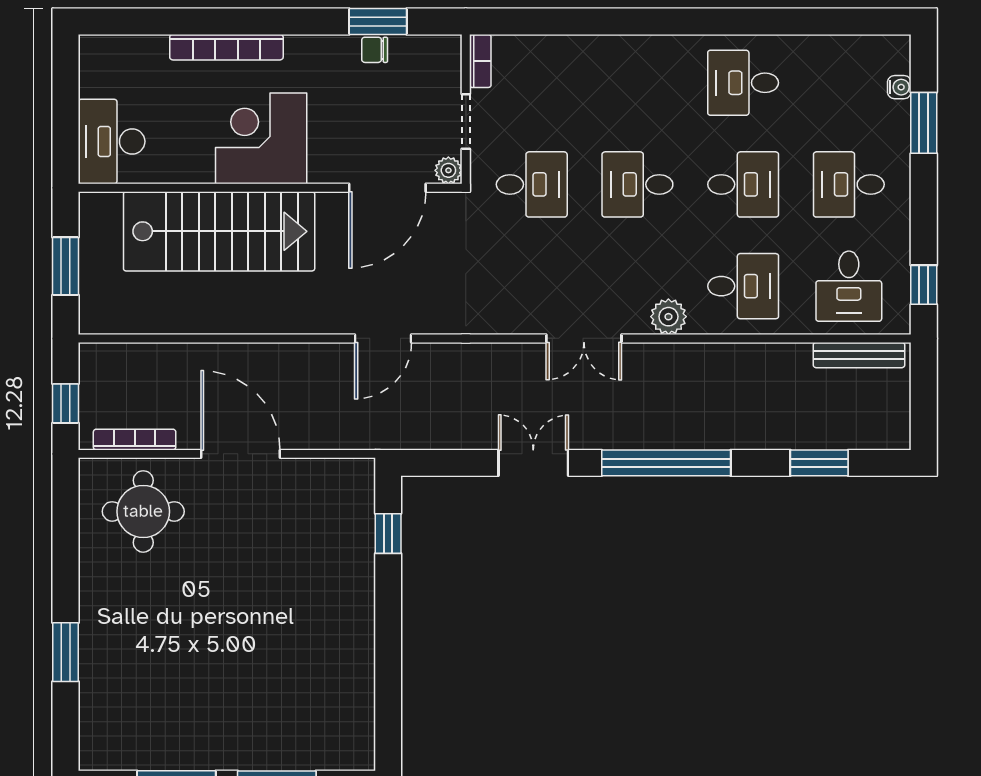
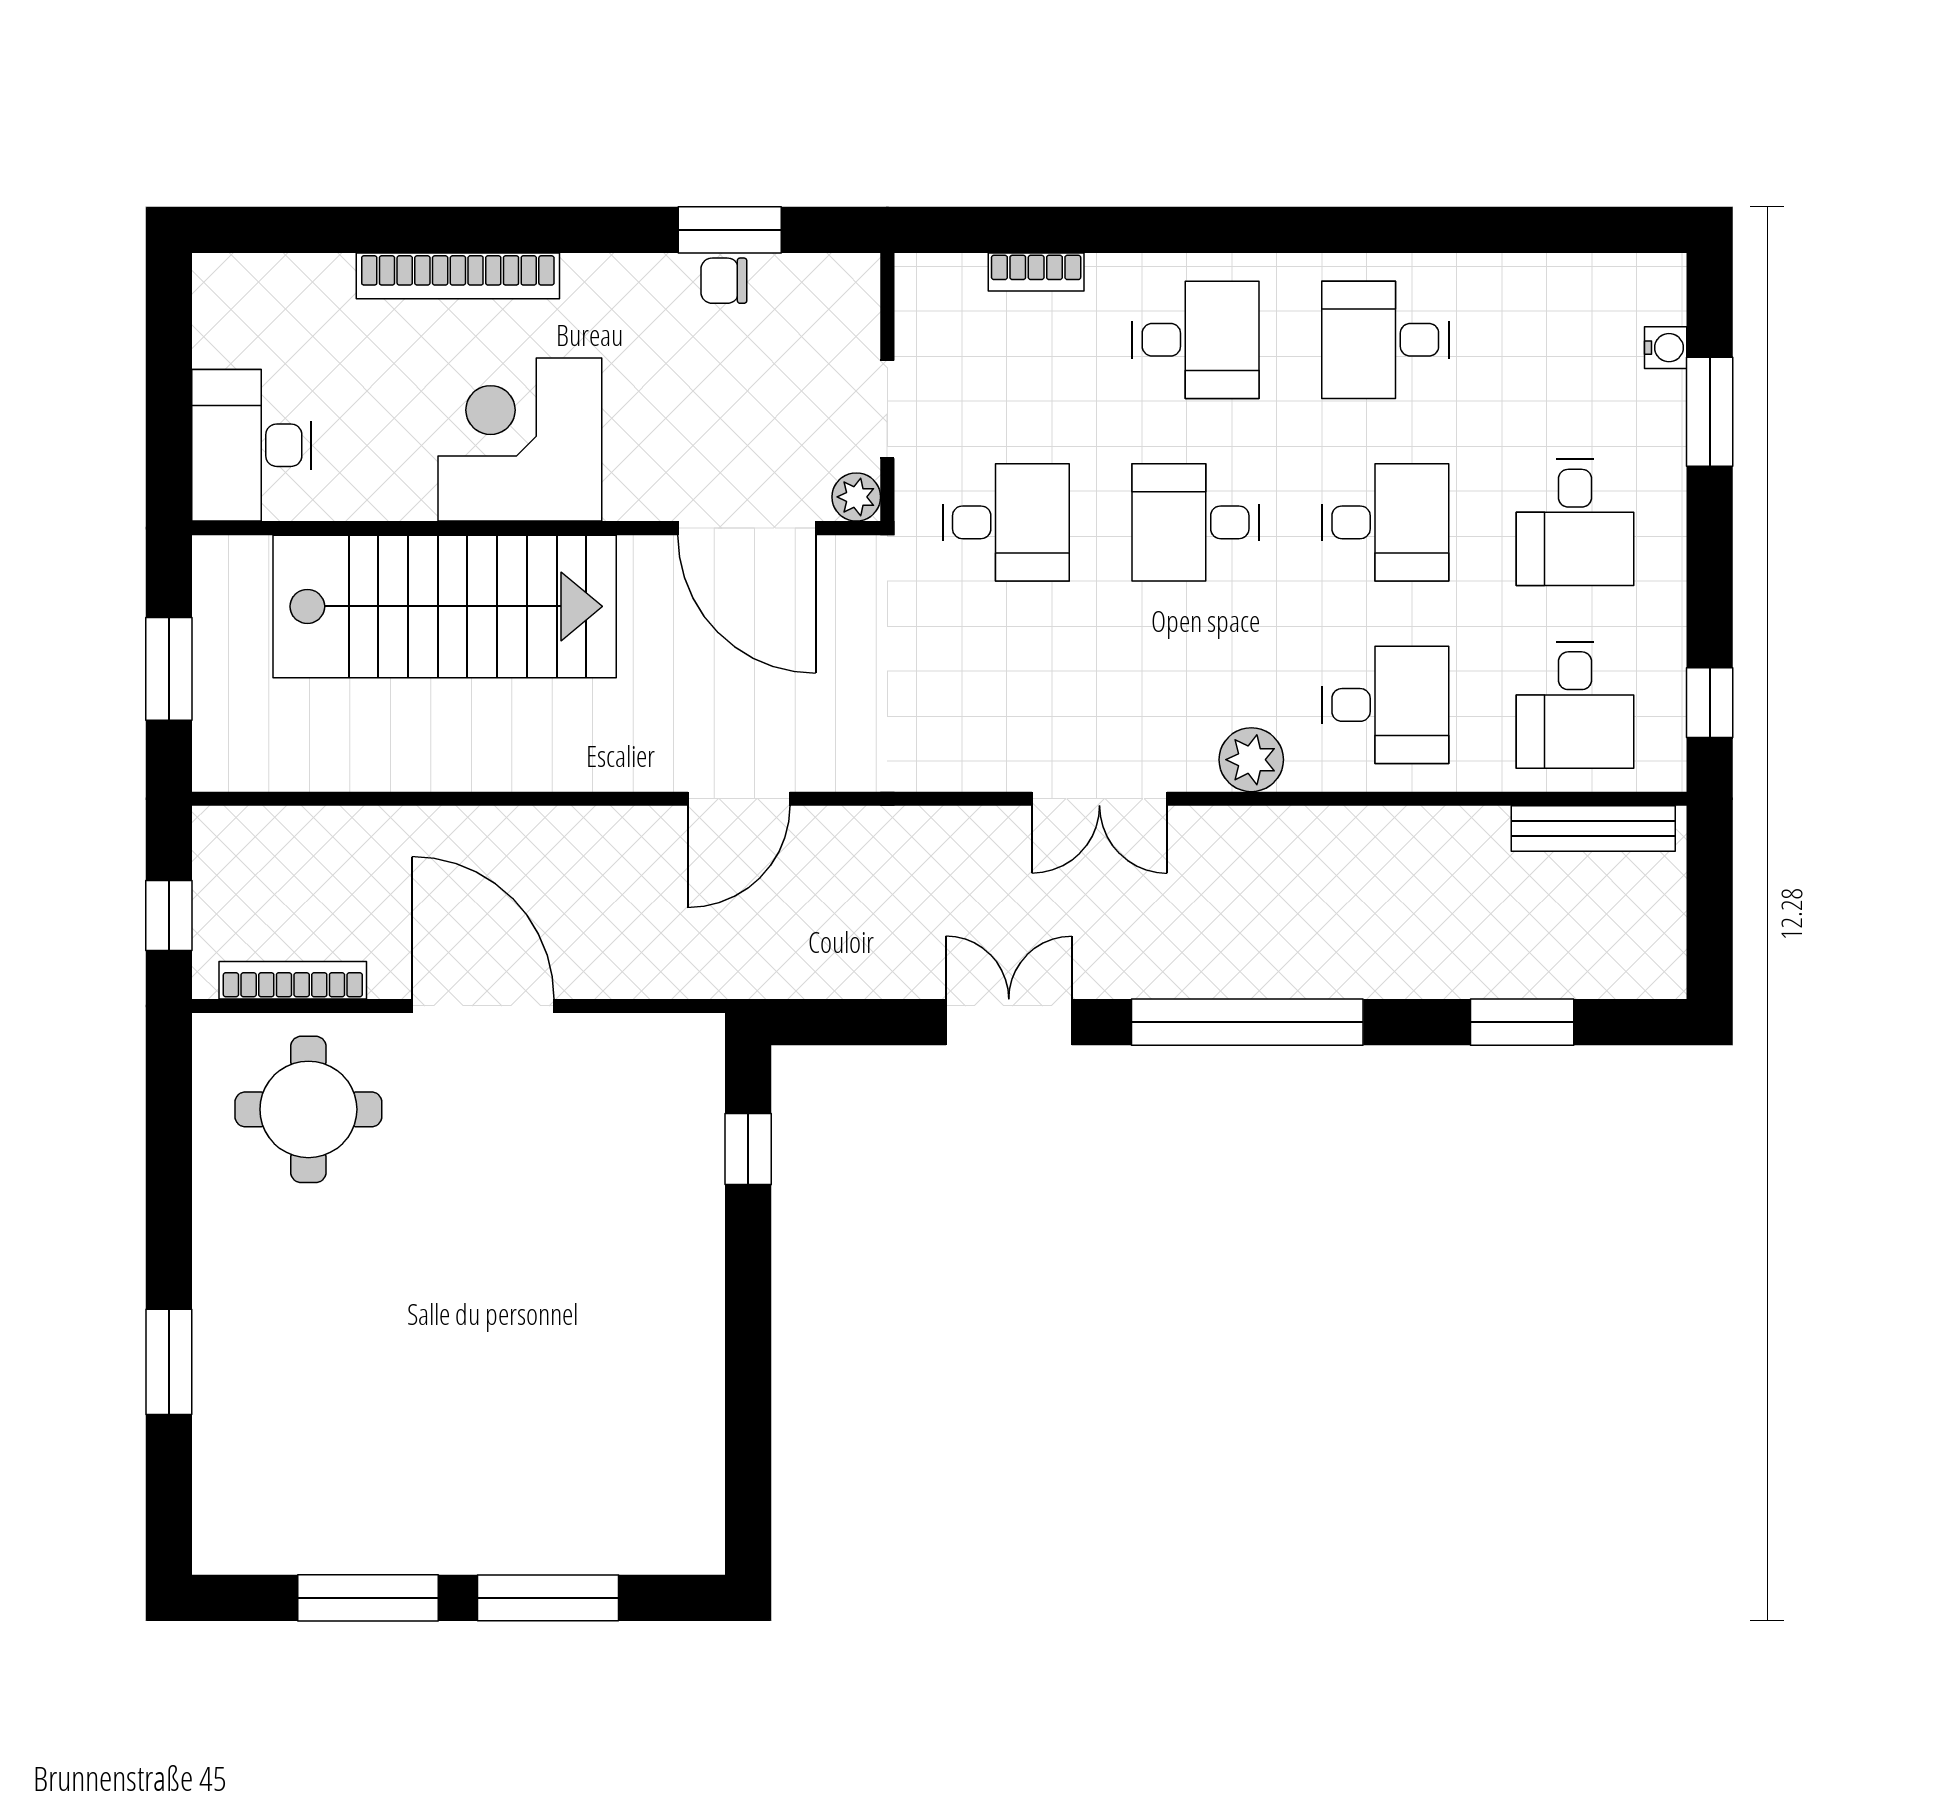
bookcase: (480, 61) -> (1036, 272), moved, turned 90
desk: (637, 83) -> (1196, 340), added
desk: (849, 184) -> (1575, 522), turned -90
door: (387, 188) -> (747, 528), hinge flipped

